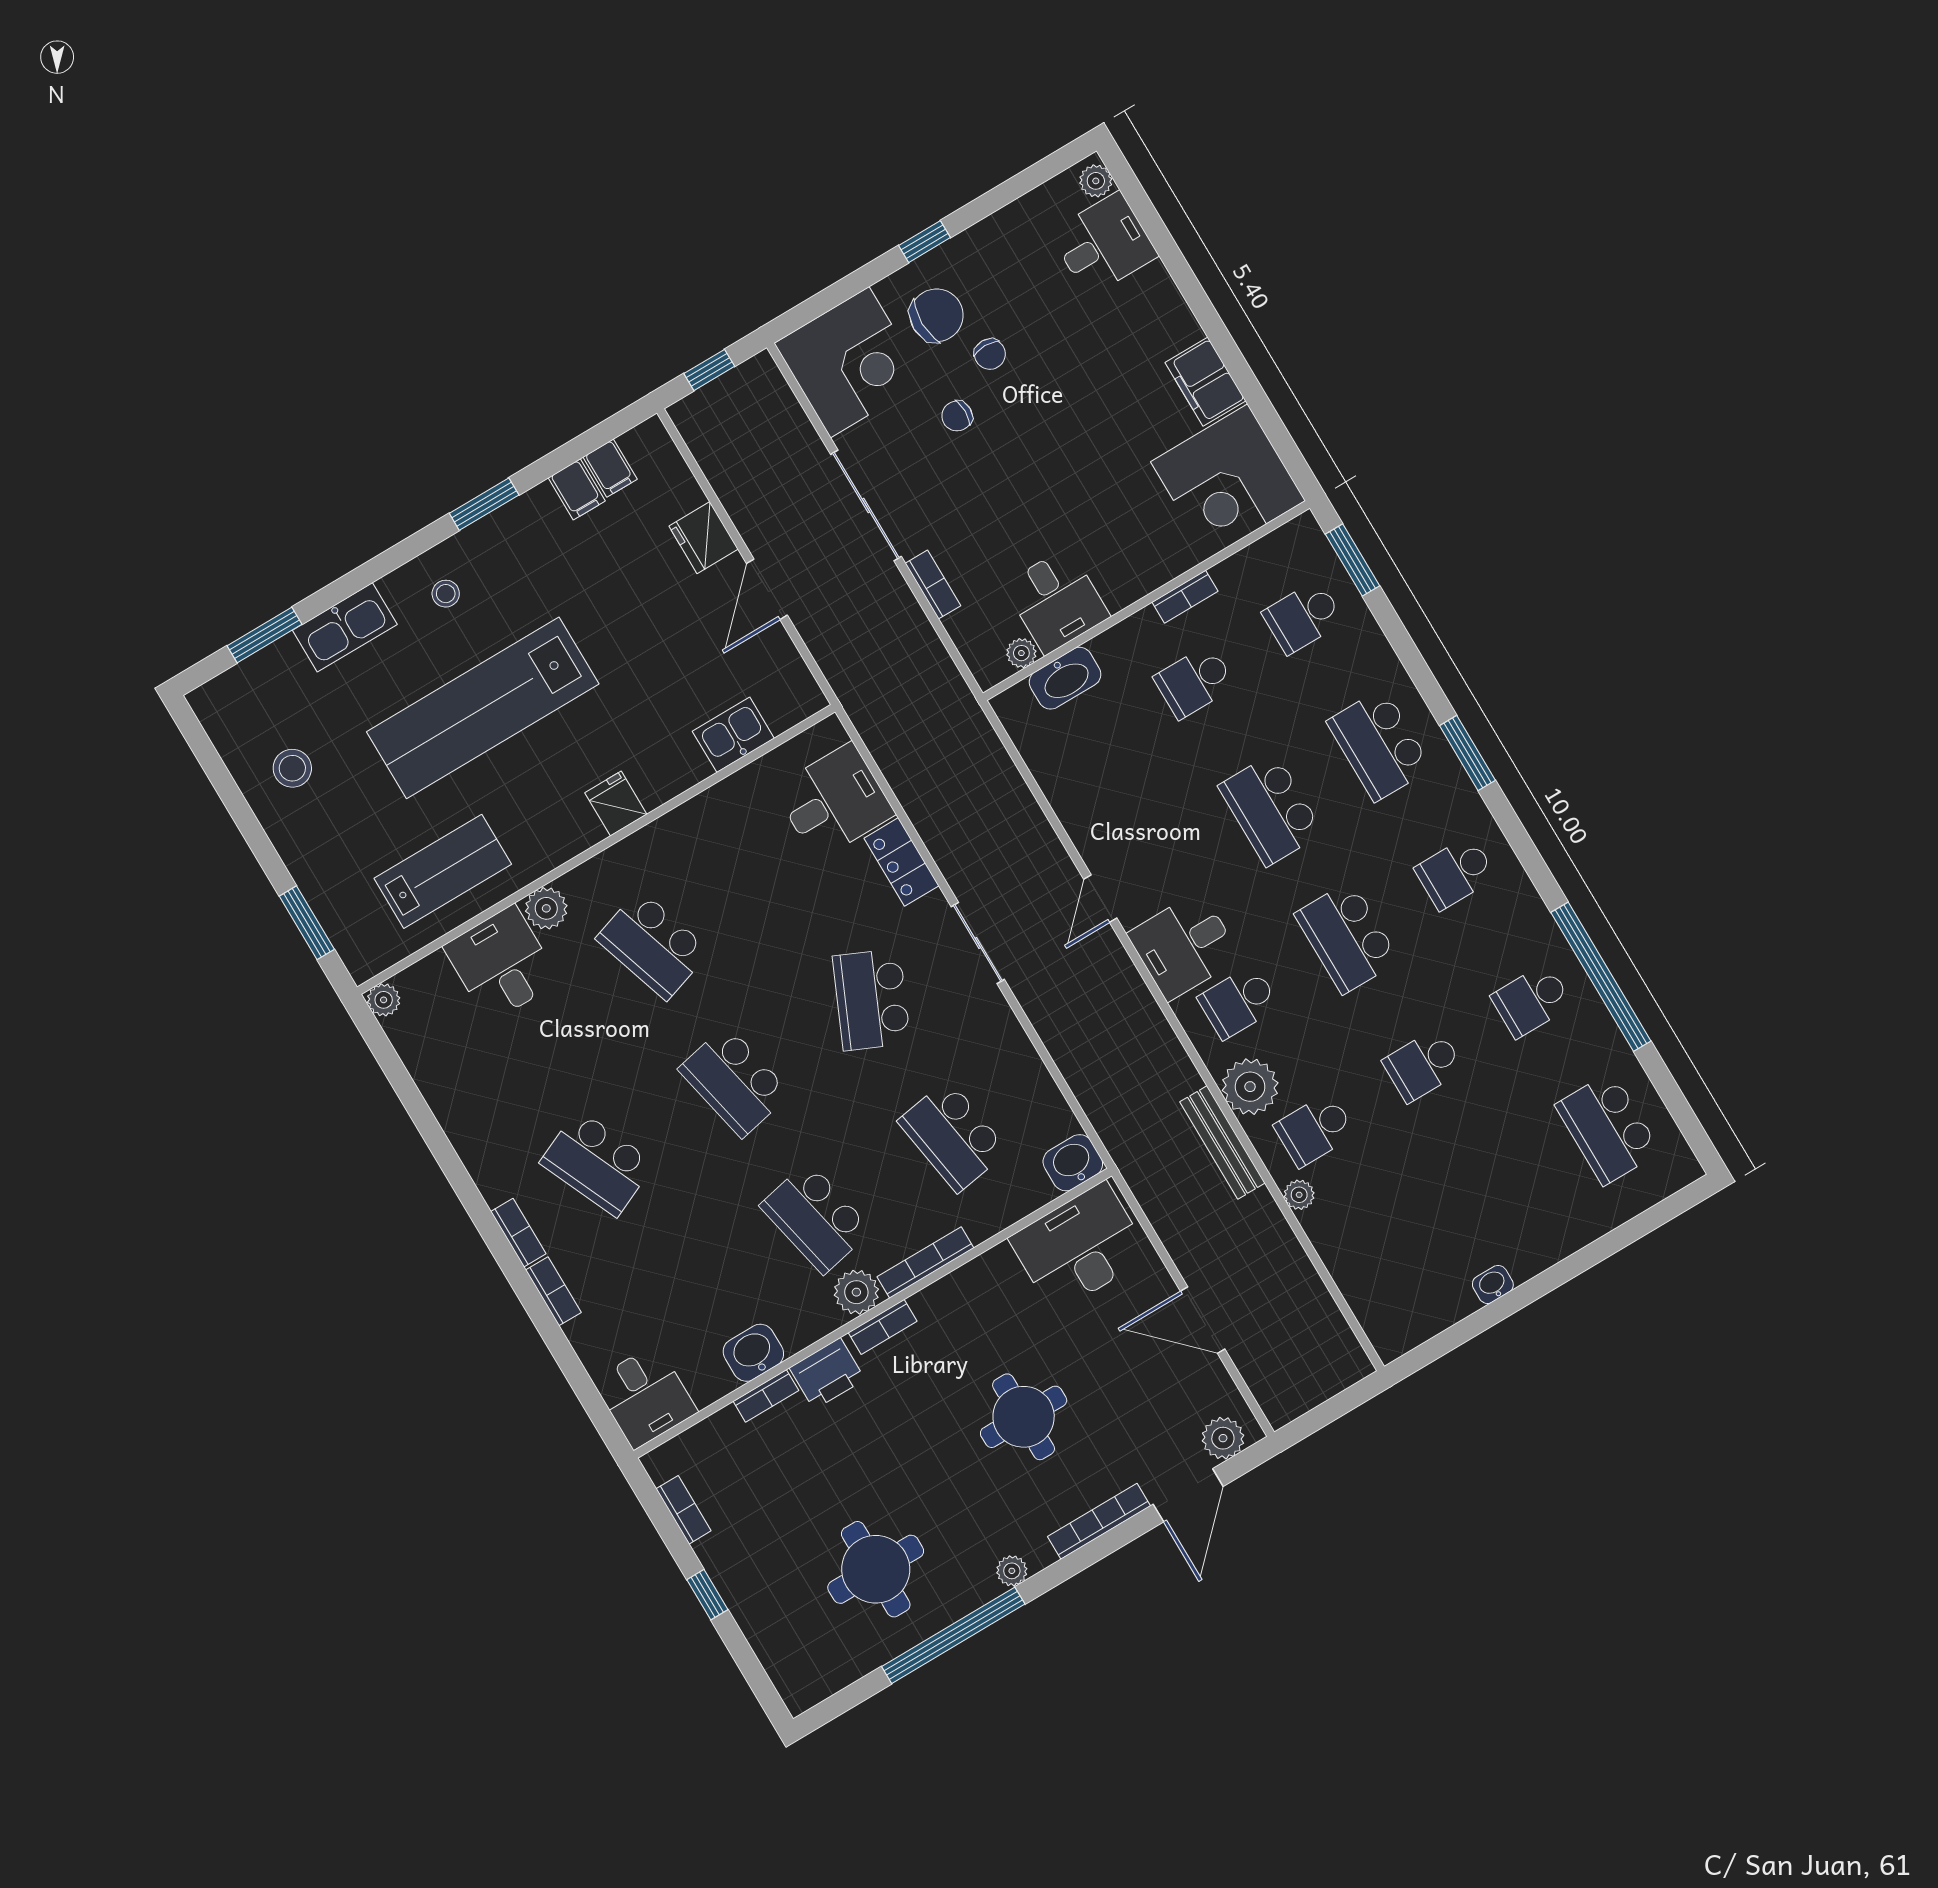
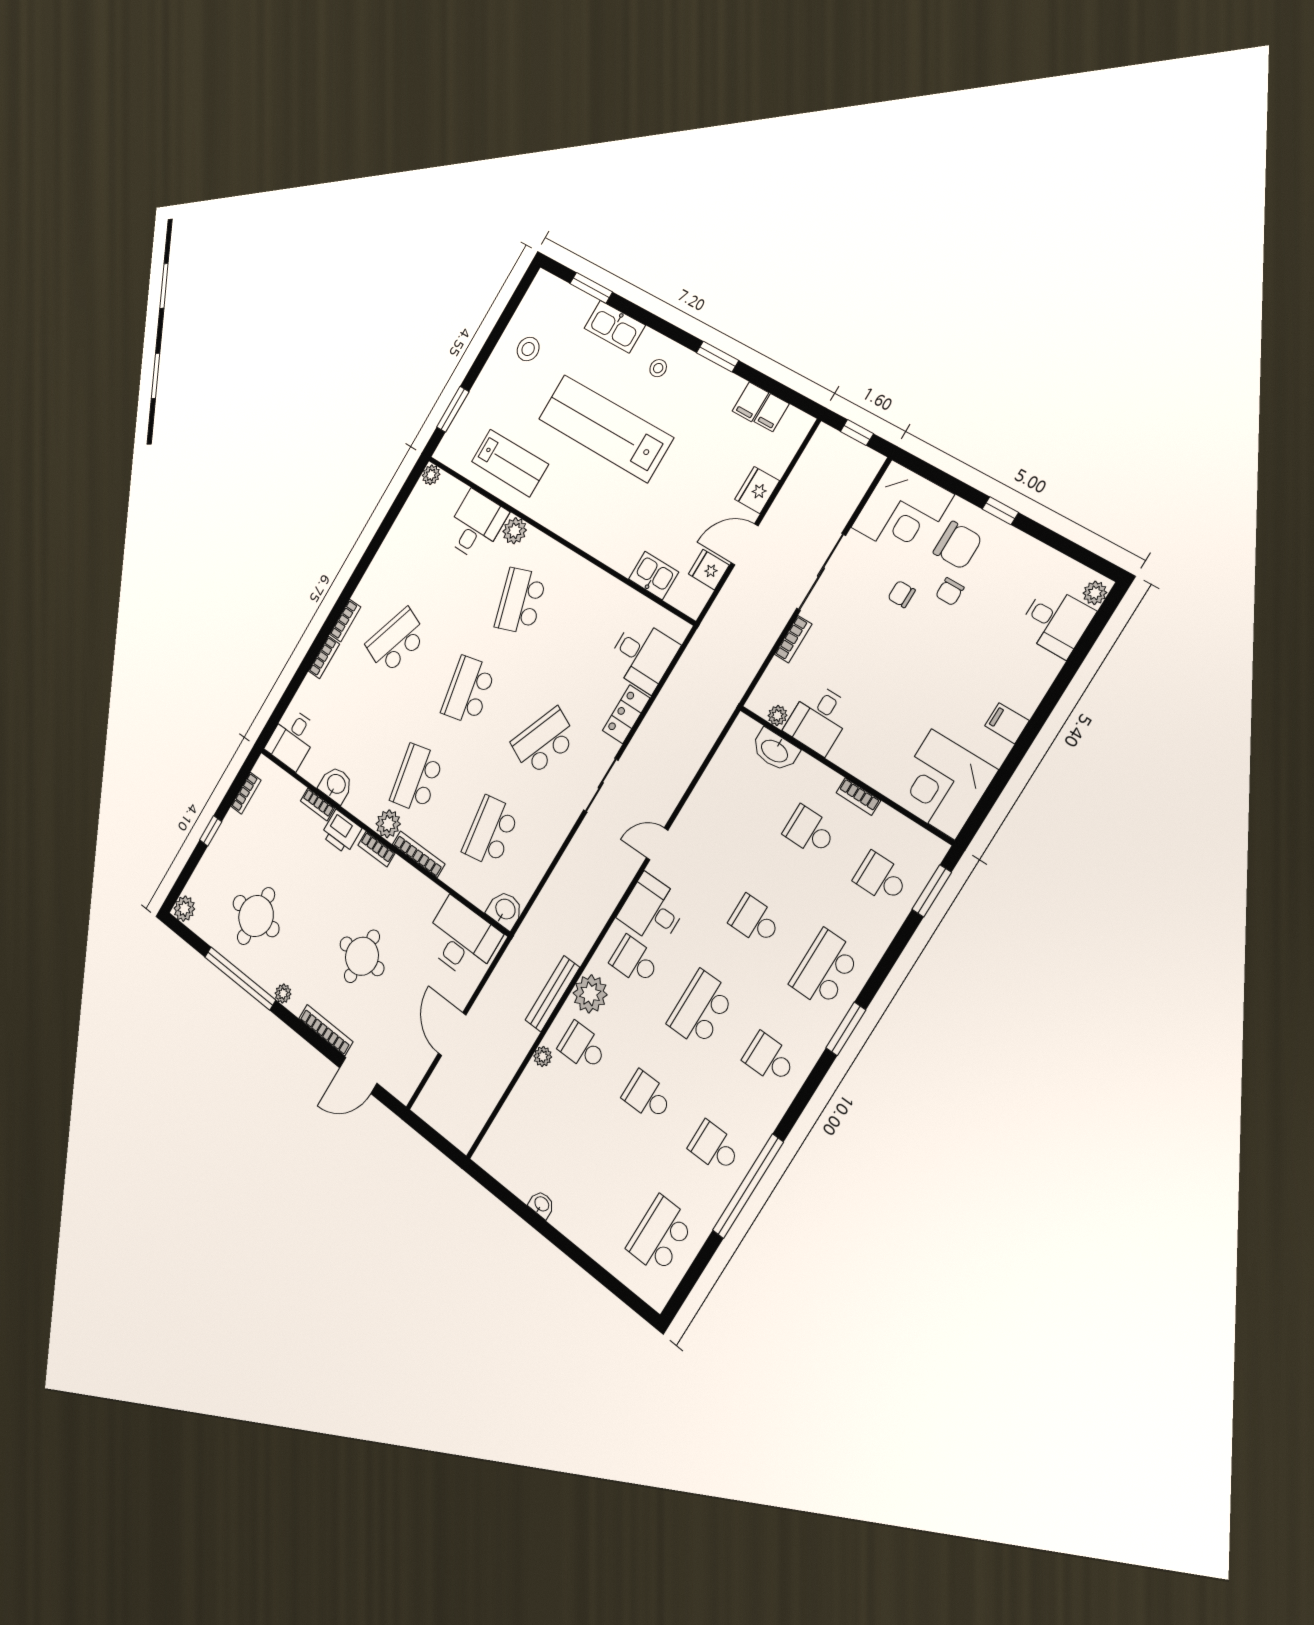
filing cabinet: (1205, 382) -> (1007, 723), width x0.50
fridge: (616, 804) -> (709, 570), moved, turned -90
school desk: (1271, 809) -> (755, 920), width x0.54
school desk: (597, 1163) -> (396, 641), turned 45
plant: (1223, 1438) -> (184, 909), moved

